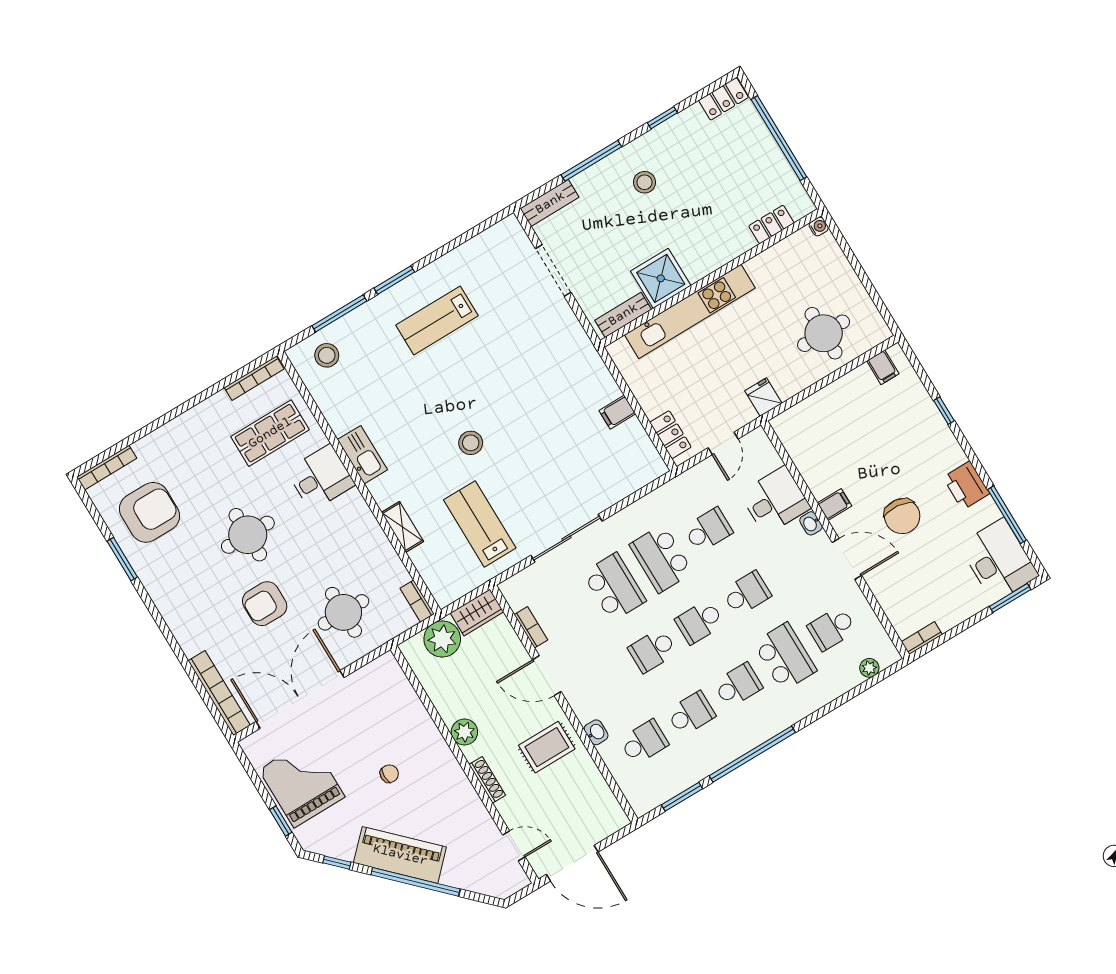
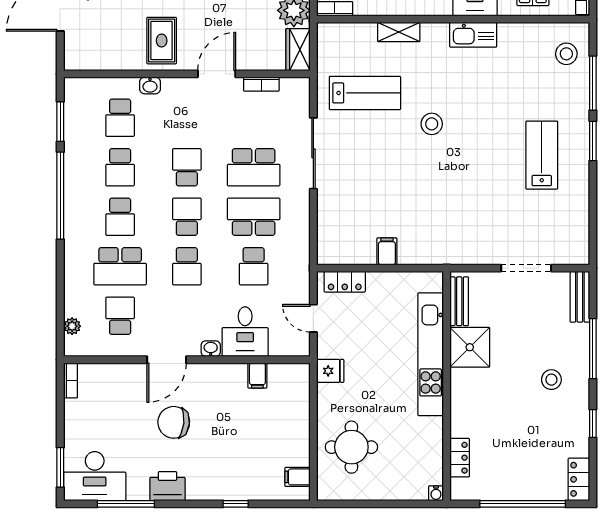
filing cabinet: (835, 505) -> (257, 376), moved

